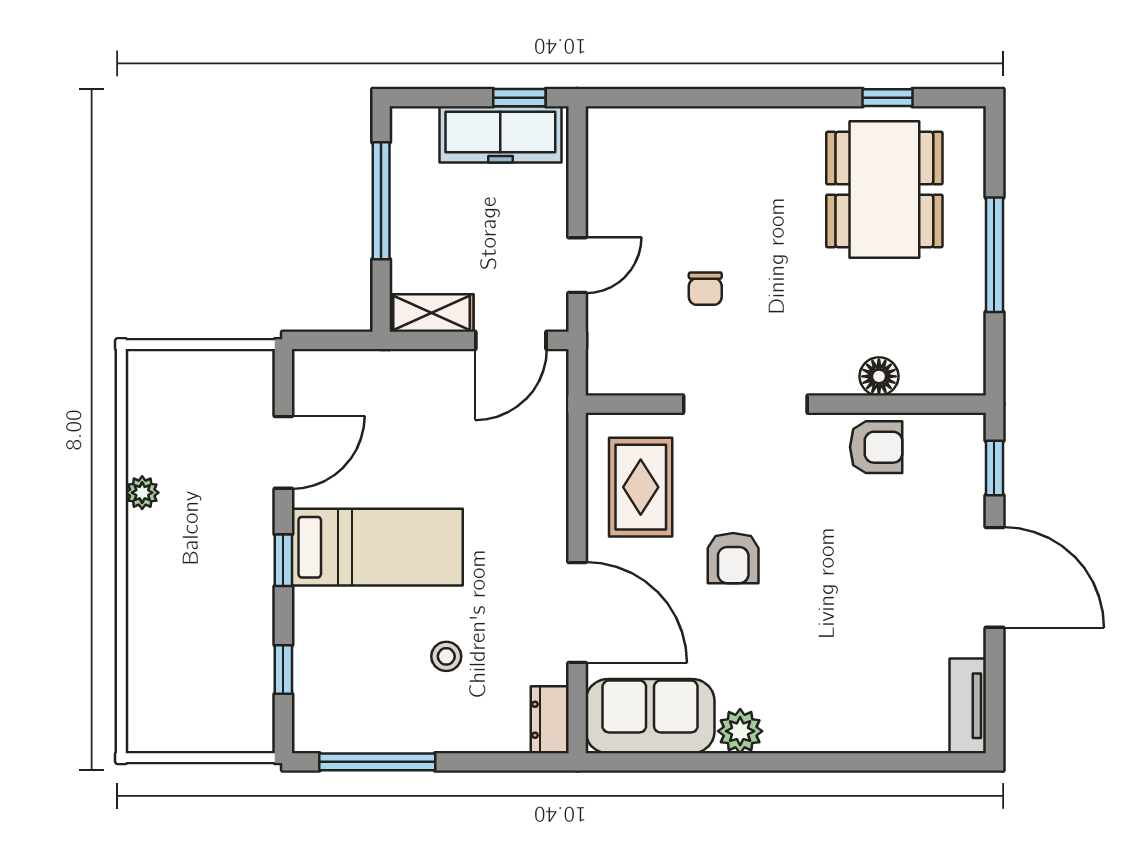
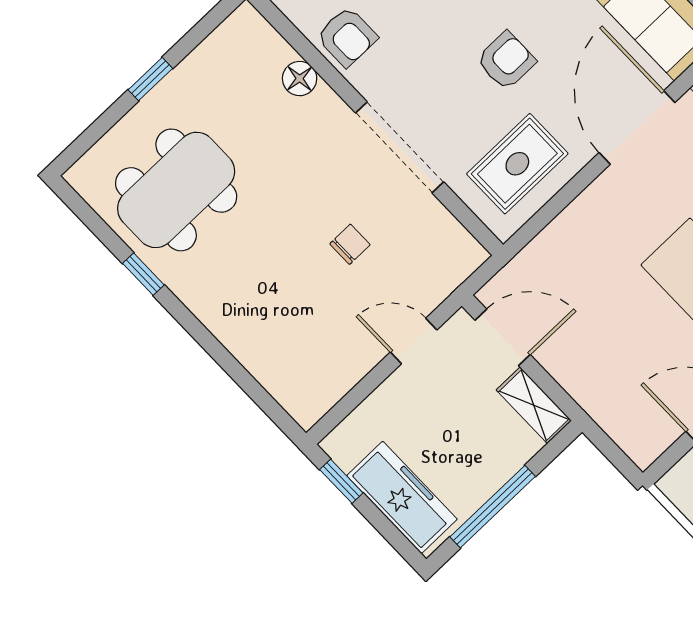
window: (887, 98) -> (143, 274), moved
freezer: (500, 134) -> (402, 497), moved
window: (994, 255) -> (150, 79), width x0.46
armchair: (876, 447) -> (347, 37), turned 180

